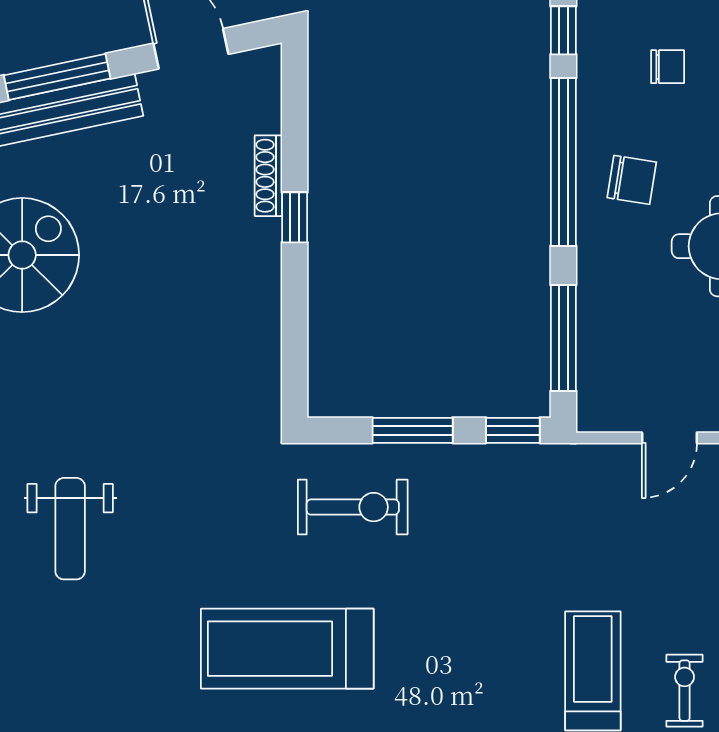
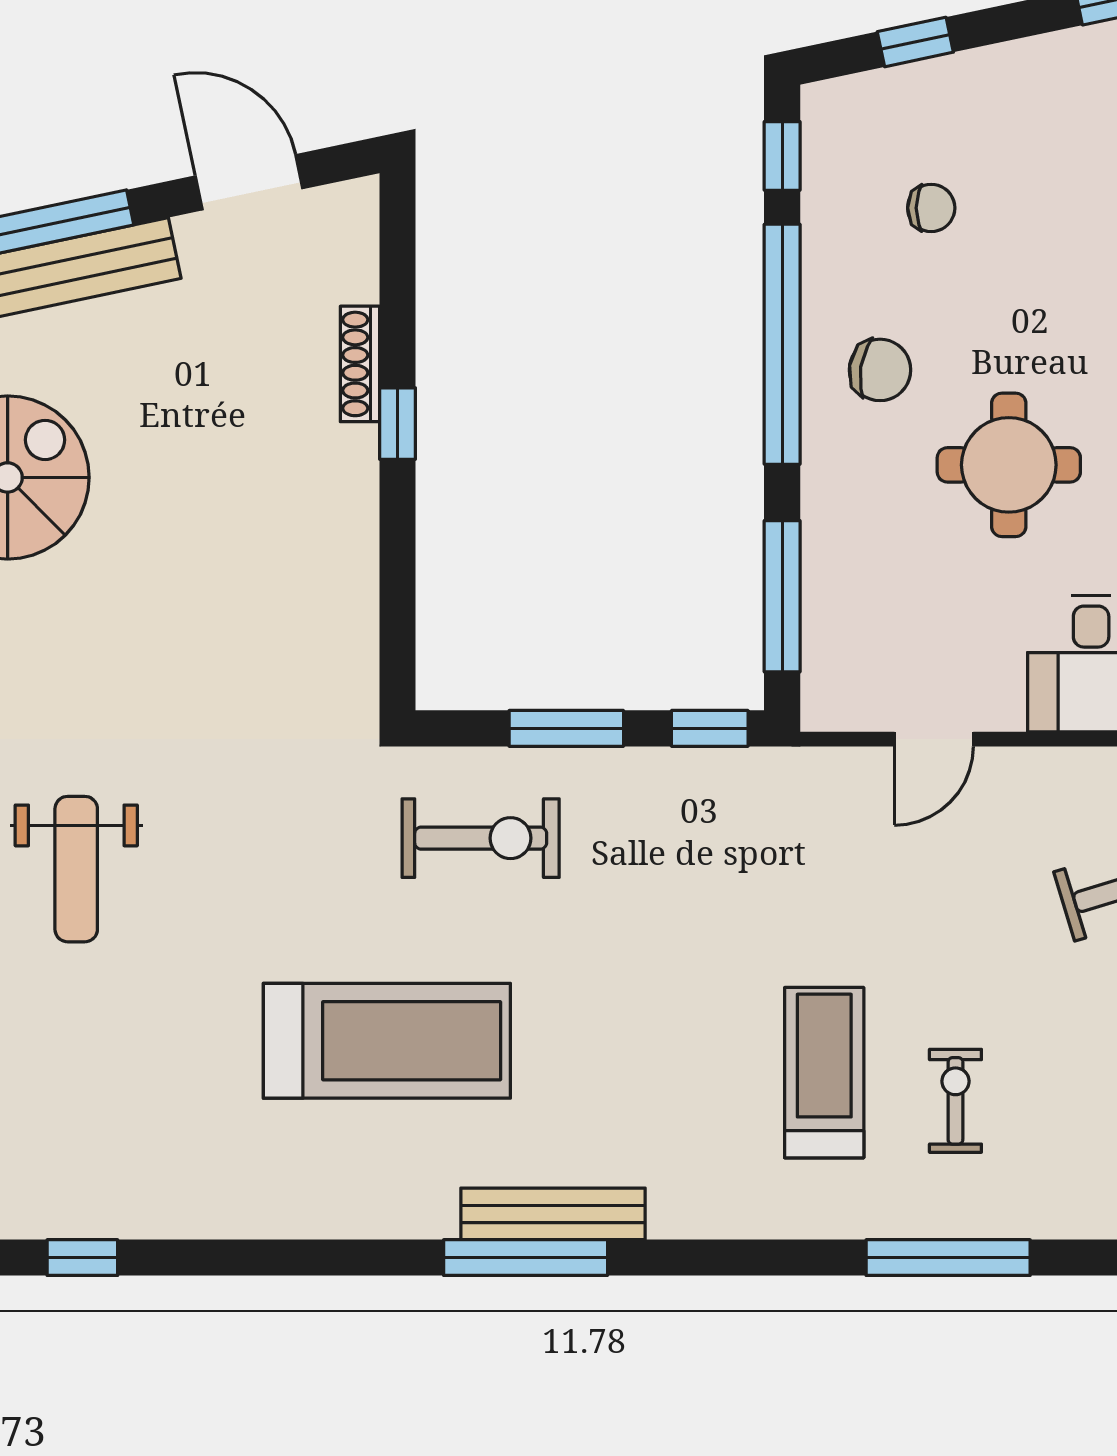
treadmill: (287, 649) -> (387, 1041), turned 180

